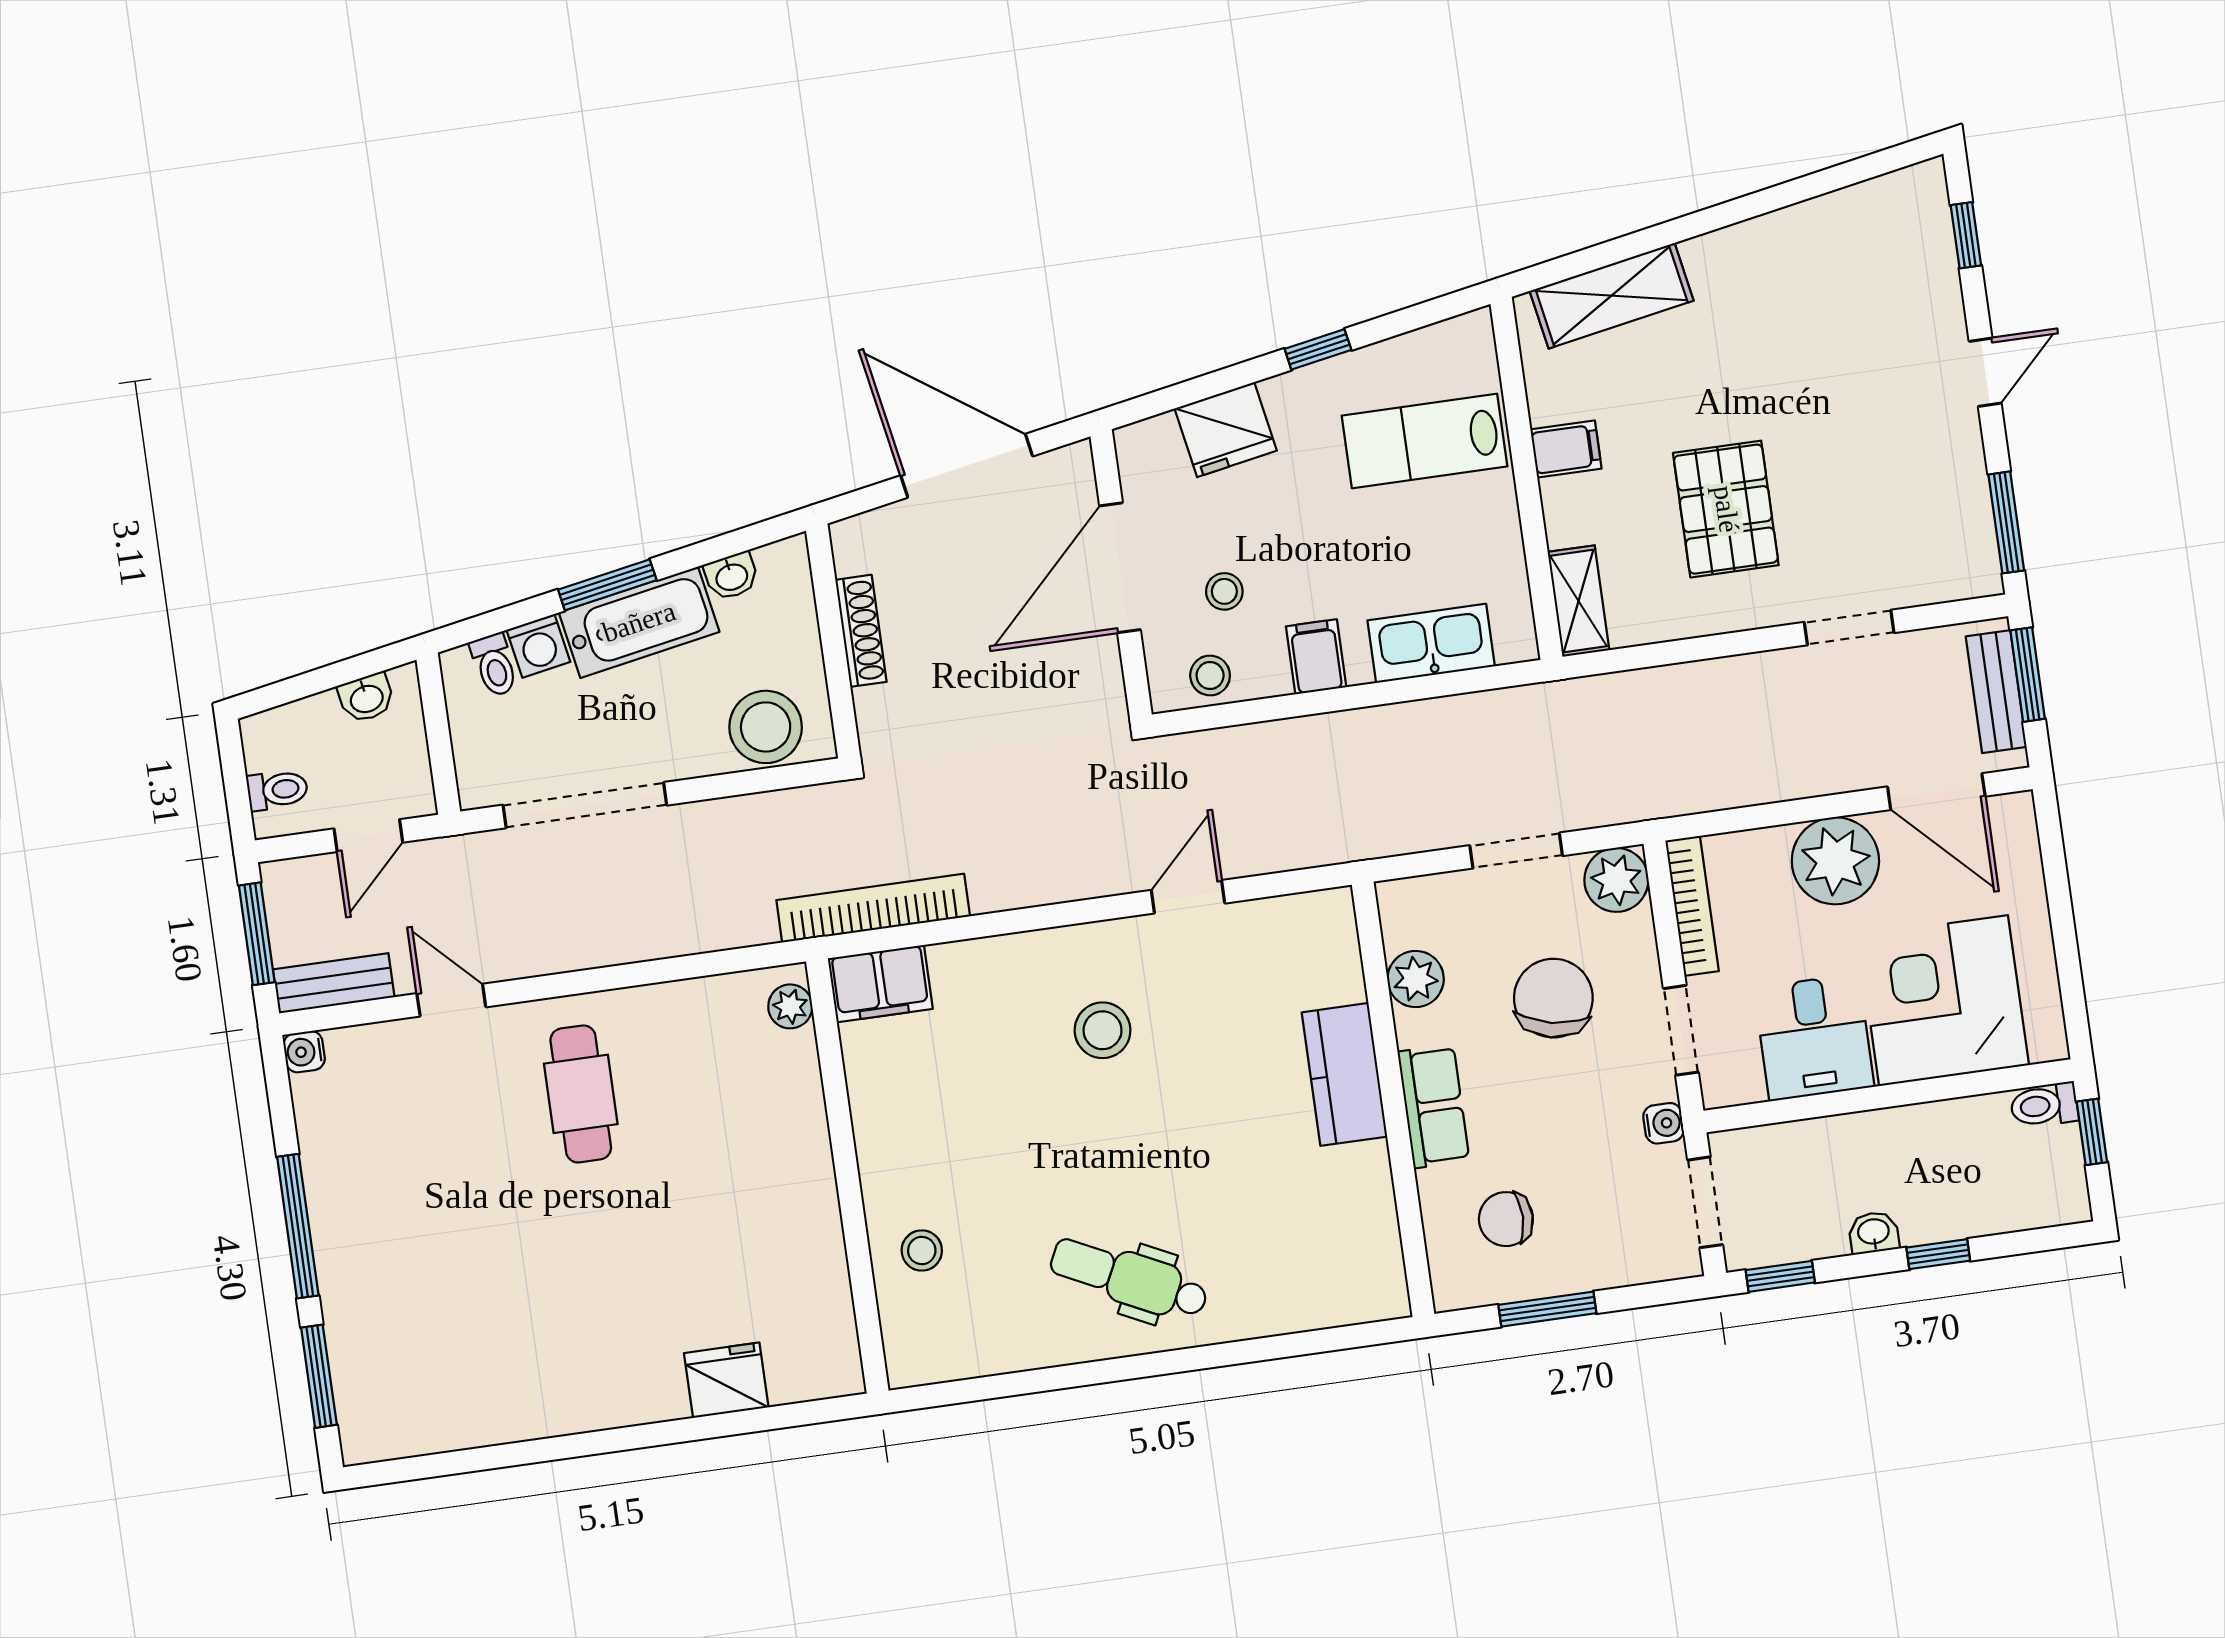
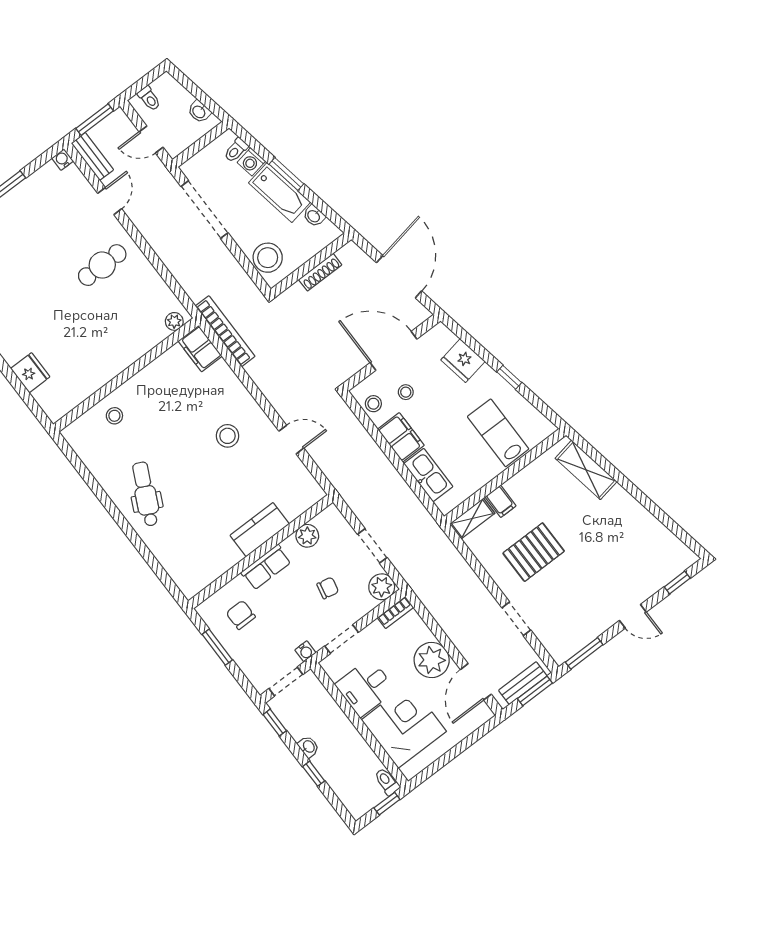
filing cabinet: (1566, 449) -> (501, 501), moved
filing cabinet: (1316, 657) -> (401, 437), width x2.00
bookcase: (1692, 906) -> (395, 613), width x0.64
chair: (1553, 998) -> (328, 588), width x0.54, depth x0.54

